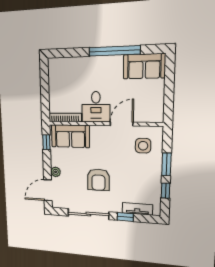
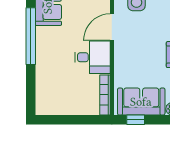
door: (122, 124) -> (112, 27), hinge flipped
sofa: (70, 136) -> (141, 102), moved, turned -90

